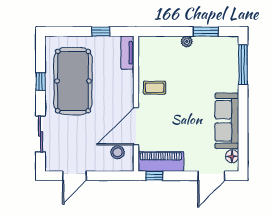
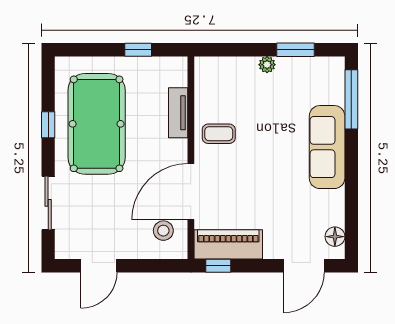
tv unit: (127, 53) -> (178, 113), moved
sofa: (227, 121) -> (327, 147), moved

